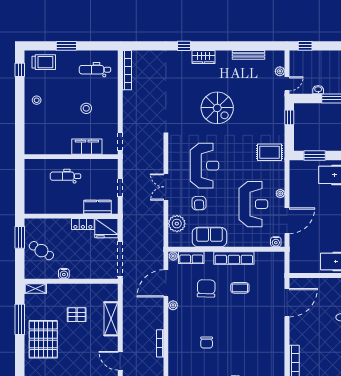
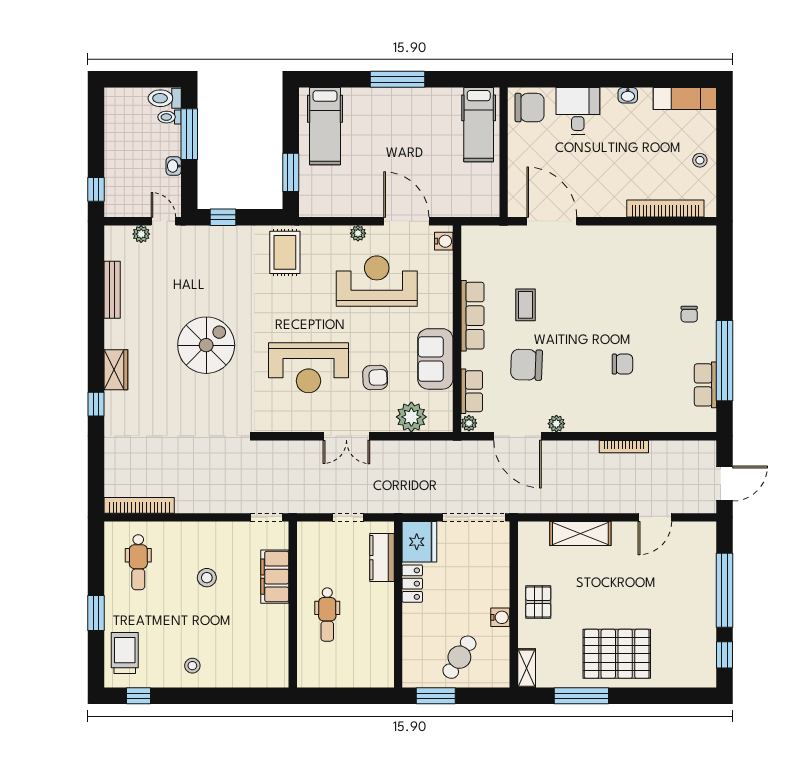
reception desk: (204, 166) -> (308, 368), turned 180
pallet: (77, 315) -> (538, 602), moved

